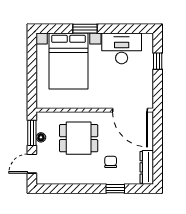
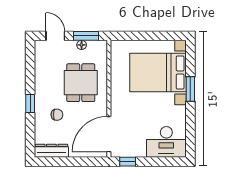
desk: (122, 48) -> (166, 142), moved, turned 90
window: (158, 61) -> (128, 162), moved
window: (115, 189) -> (30, 104), moved

